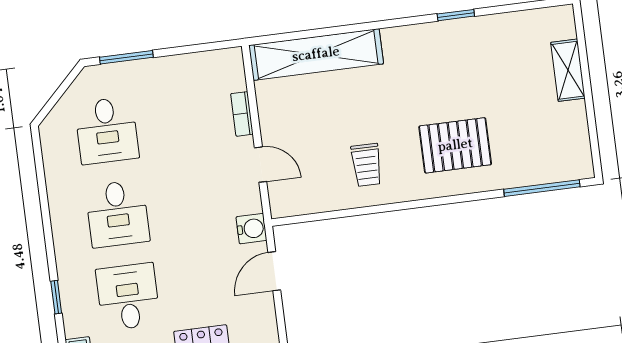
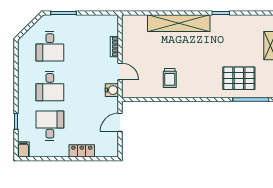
shelving: (316, 54) -> (179, 23), moved
pallet: (455, 145) -> (239, 78), moved
water cooler: (251, 229) -> (112, 90), moved

